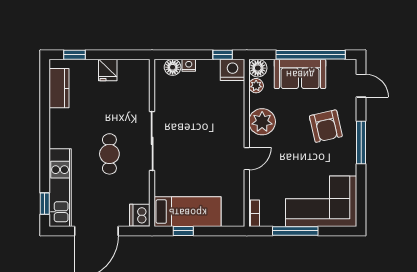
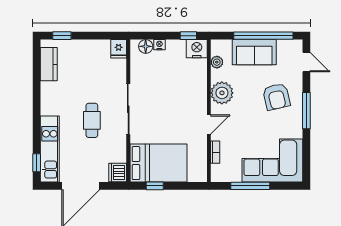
floor lamp: (258, 68) -> (218, 47), removed
fridge: (108, 70) -> (119, 49), moved
bed: (188, 212) -> (158, 163), width x1.50
bookcase: (254, 213) -> (215, 152), moved

